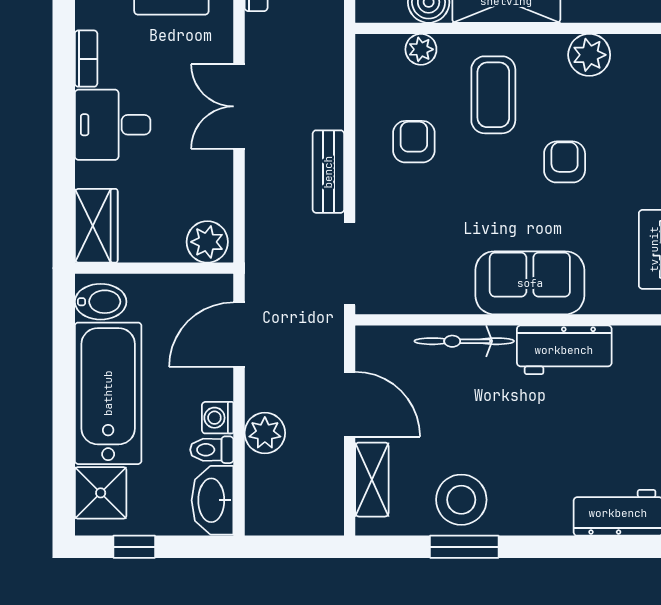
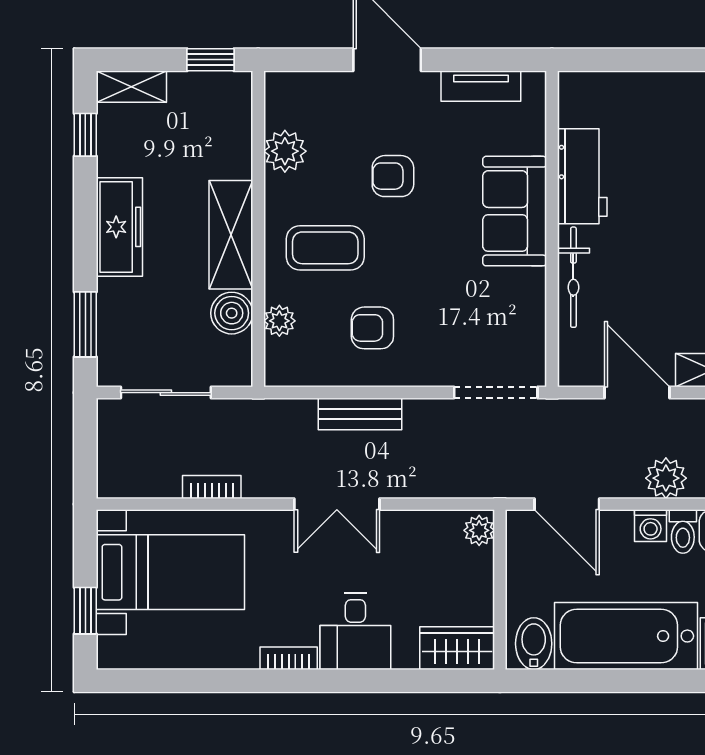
bench: (328, 172) -> (360, 414), moved
plant: (207, 242) -> (479, 530), width x0.73, depth x0.73
door: (350, 404) -> (637, 393), hinge flipped

